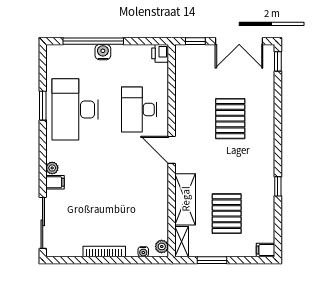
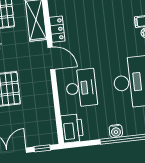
printer: (160, 53) -> (72, 128), width x1.87, depth x1.48
locker: (160, 185) -> (57, 29), added

